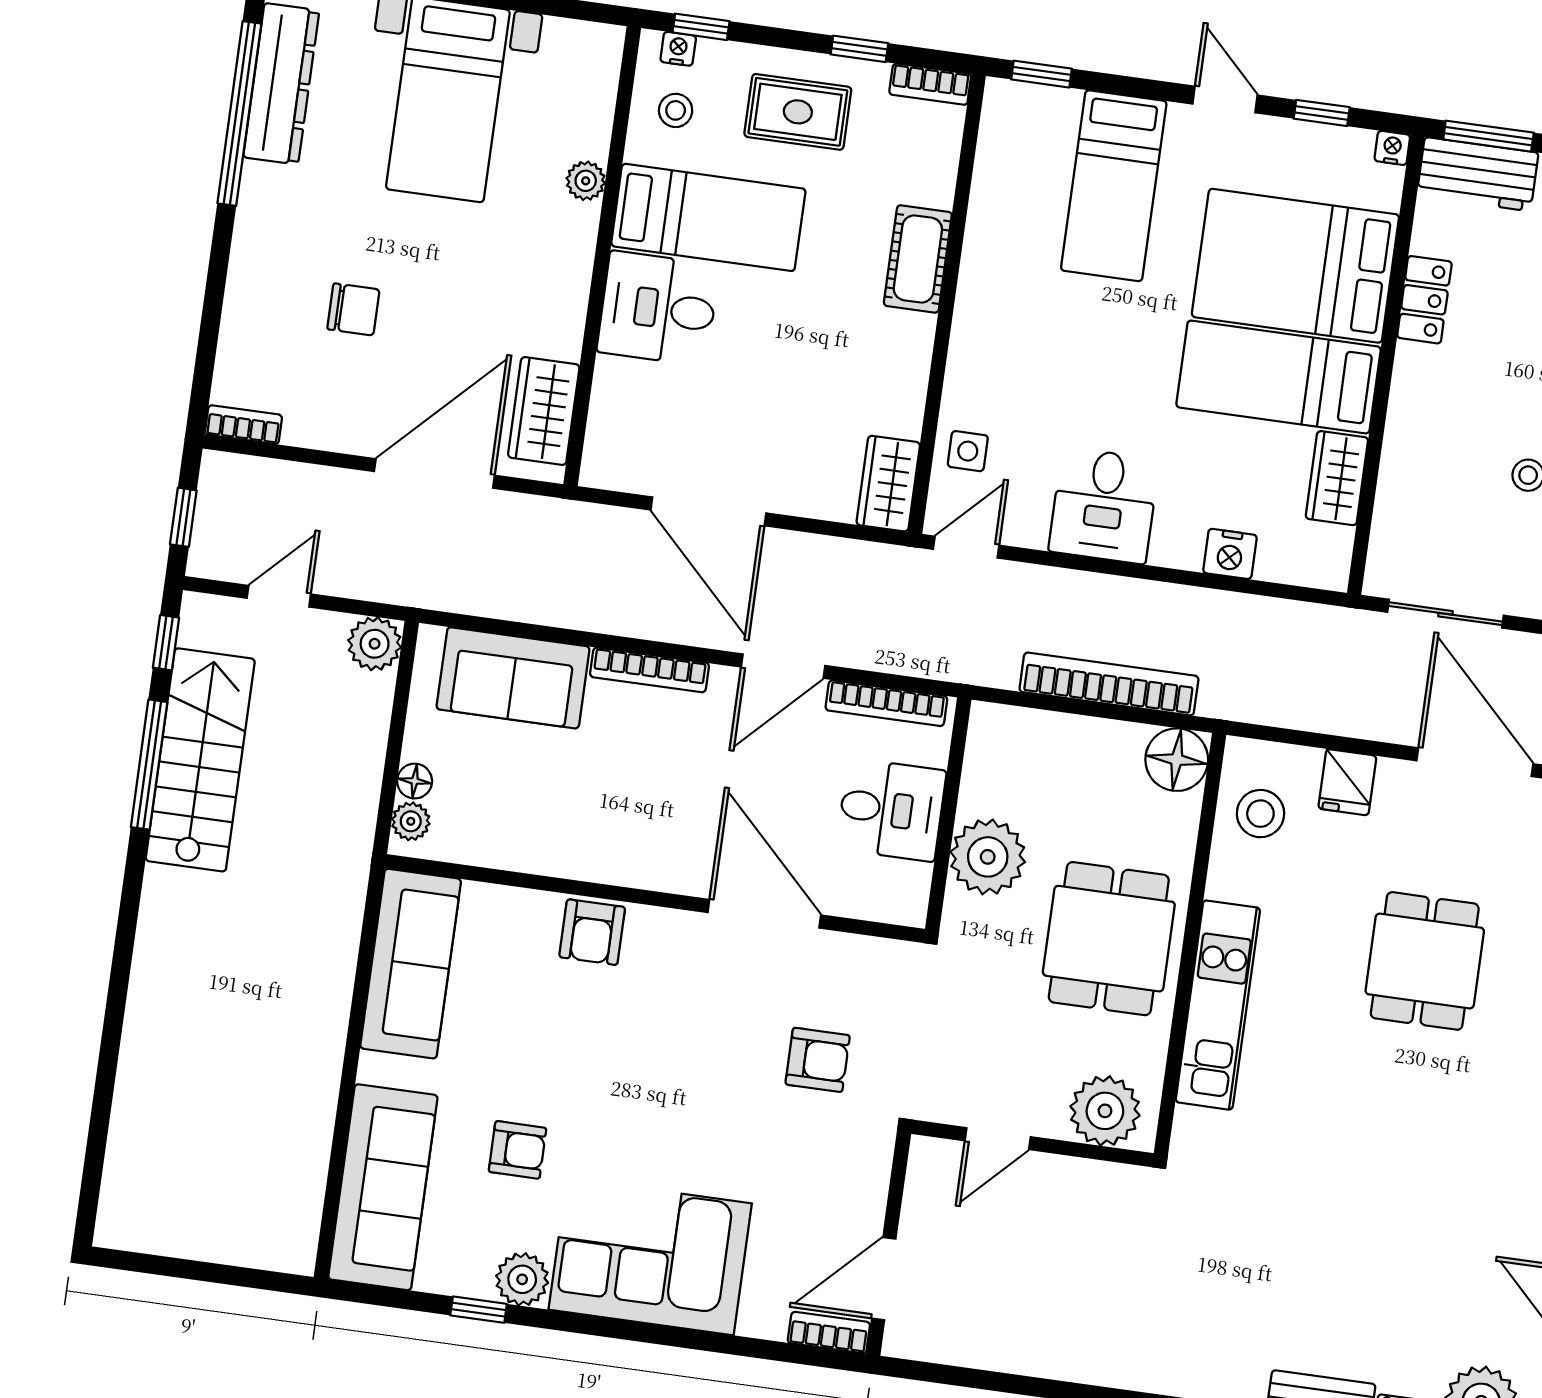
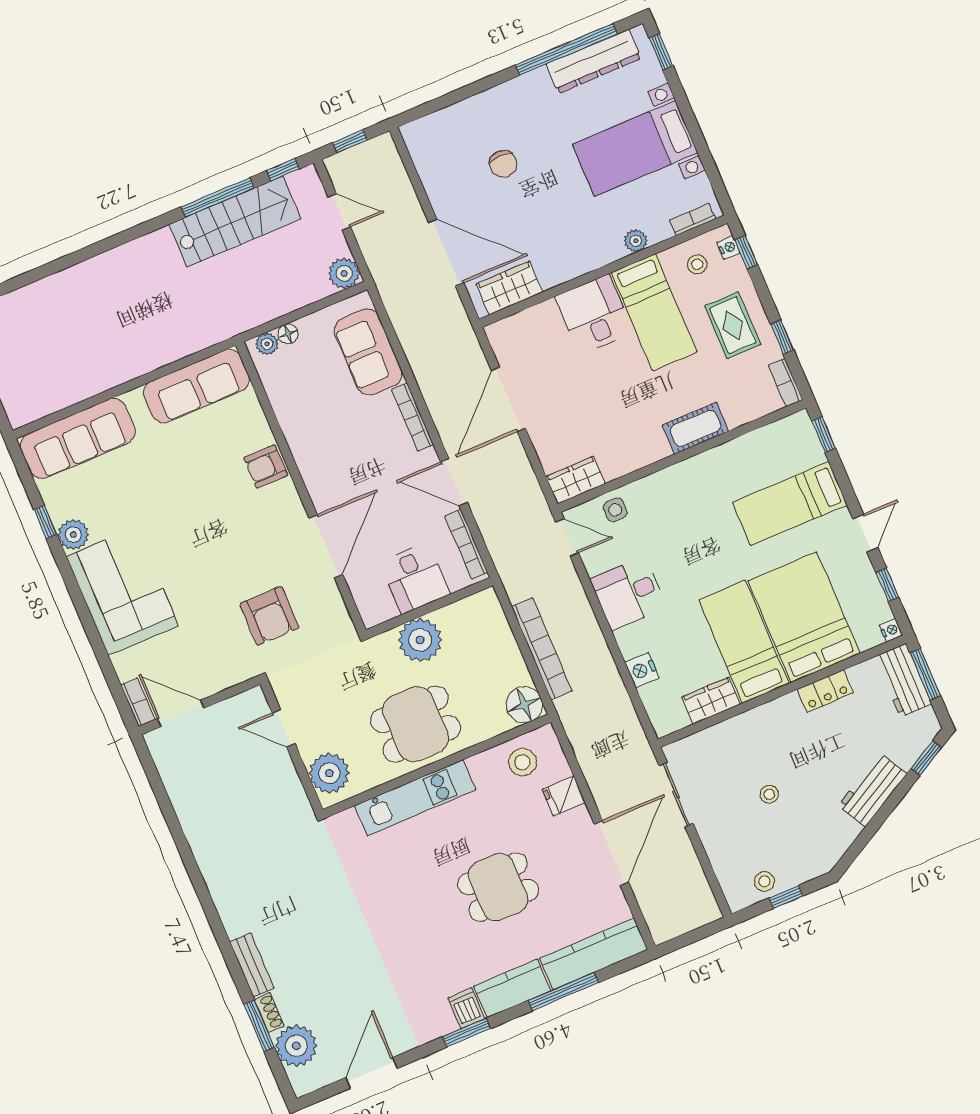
bookcase: (243, 425) -> (693, 219), moved, turned -90
armchair: (818, 1060) -> (269, 616), width x1.38, depth x1.38
armchair: (518, 1150) -> (136, 494), removed

